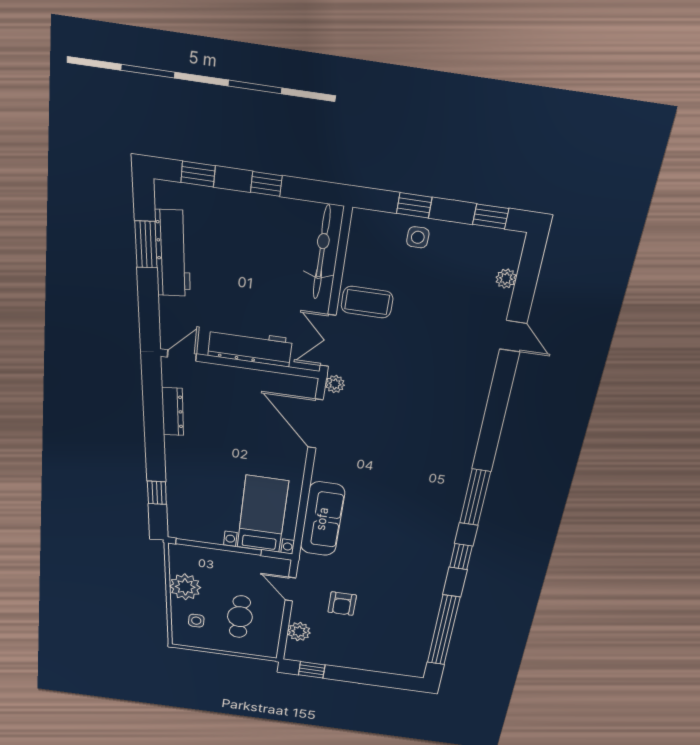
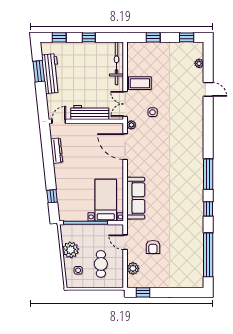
side table: (418, 237) -> (153, 112), moved

